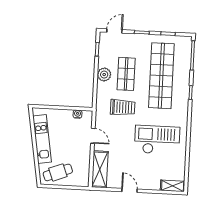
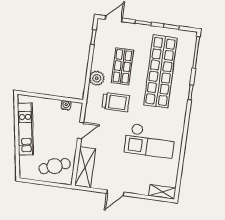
plant: (104, 75) -> (97, 78), moved
door: (93, 136) -> (81, 130), hinge flipped
checkout: (157, 140) -> (150, 141), turned 180
cafe table: (58, 172) -> (55, 166), moved
door: (129, 190) -> (115, 193), swing flipped

